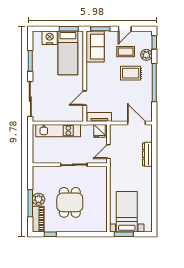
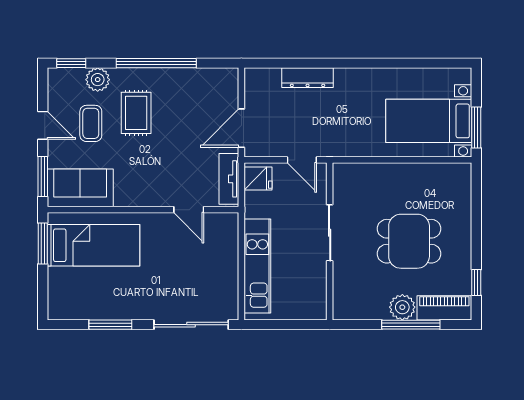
nightstand: (50, 38) -> (62, 284), removed
door: (136, 123) -> (241, 128), moved

